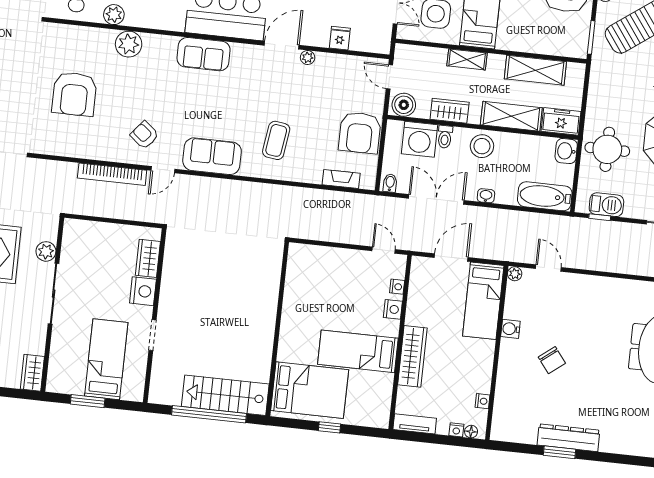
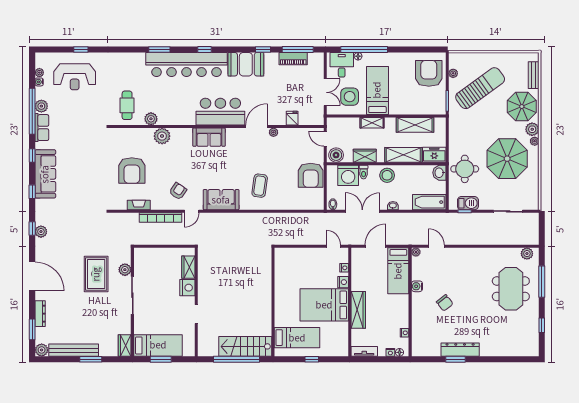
armchair: (144, 135) -> (178, 191), turned 85
fireplace: (341, 179) -> (139, 205), moved
bed: (358, 351) -> (324, 305), width x1.50
bed: (106, 359) -> (158, 345), moved, turned 90
bed: (310, 390) -> (297, 338), width x0.67

